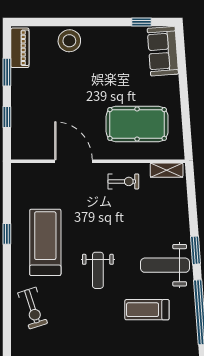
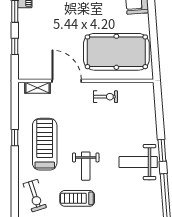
pool table: (137, 124) -> (116, 52), width x1.36, depth x1.32
shelving: (167, 170) -> (38, 88), moved
treadmill: (147, 310) -> (77, 198), moved

